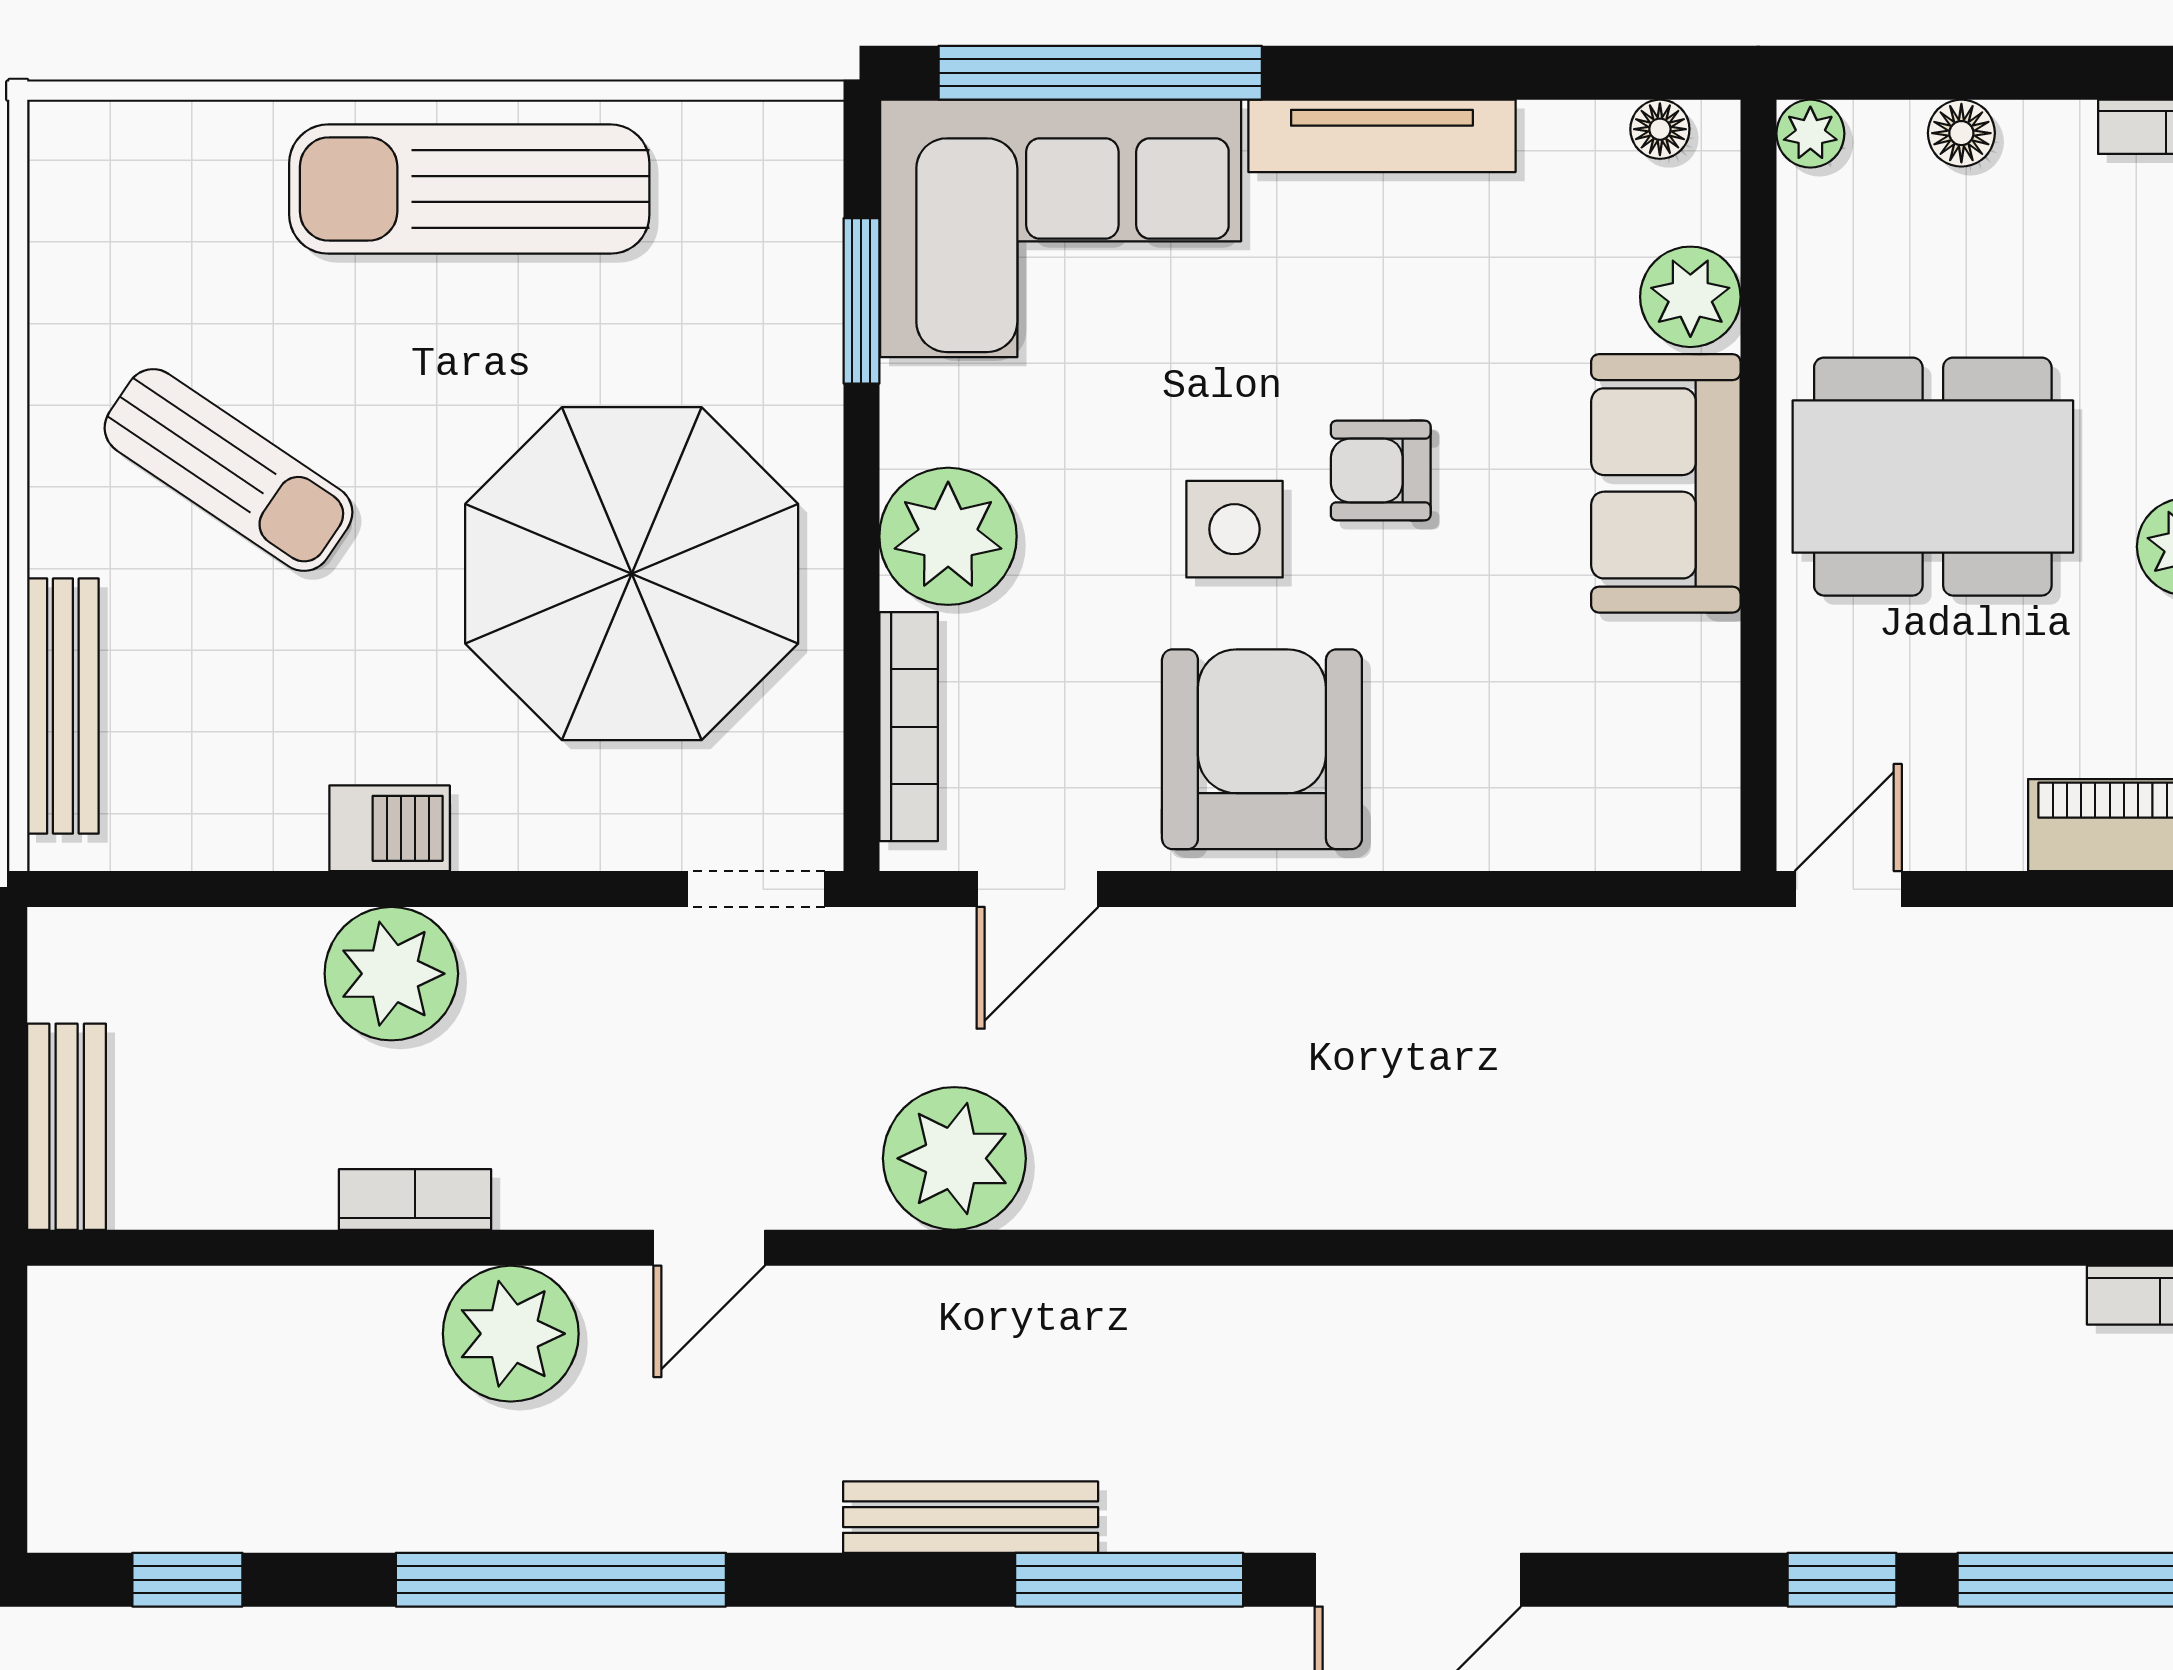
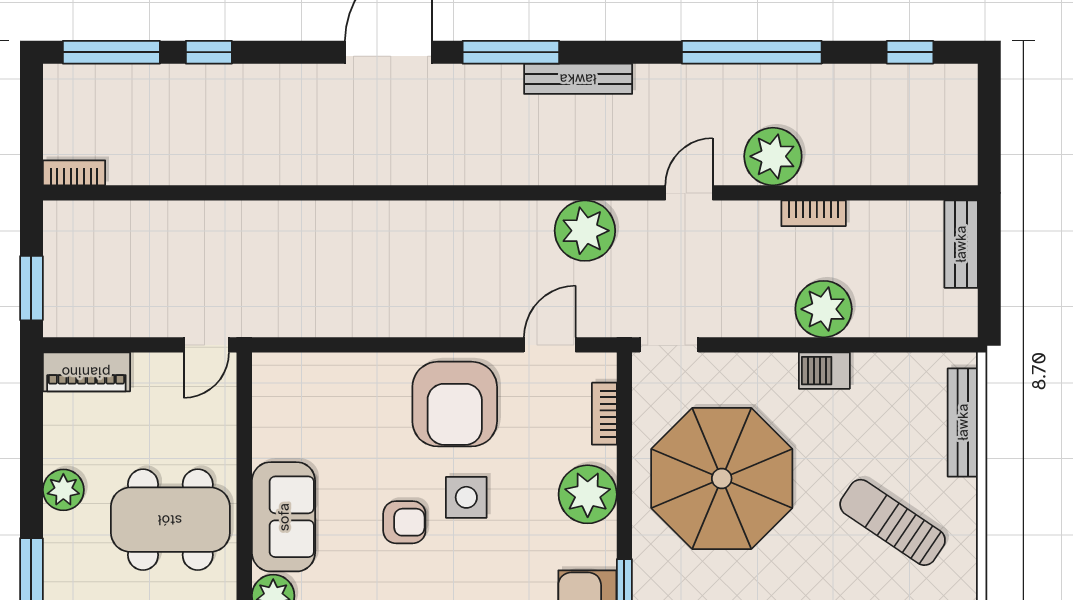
bookcase: (909, 727) -> (604, 414), width x0.64

